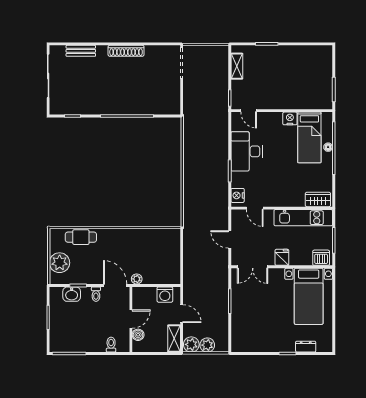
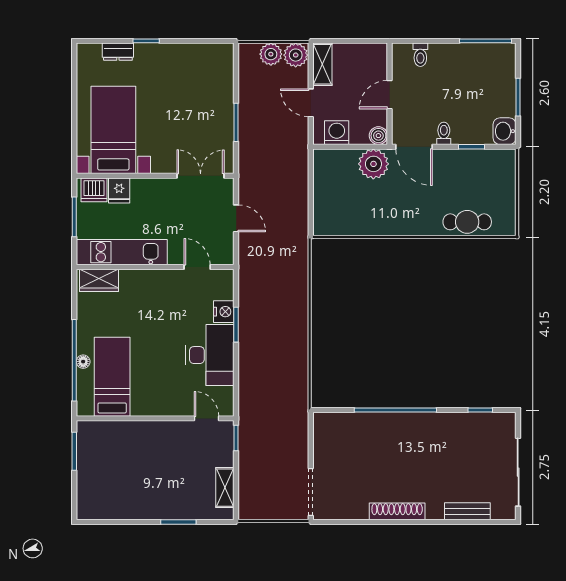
nightstand: (290, 118) -> (142, 406), removed
nightstand: (238, 195) -> (224, 312), moved
fridge: (282, 257) -> (119, 190), moved
plant: (60, 263) -> (500, 182), removed
plant: (137, 279) -> (373, 164), width x1.88, depth x1.88
washbasin: (72, 294) -> (505, 131), moved, turned -90
boiler: (138, 335) -> (378, 136), moved

